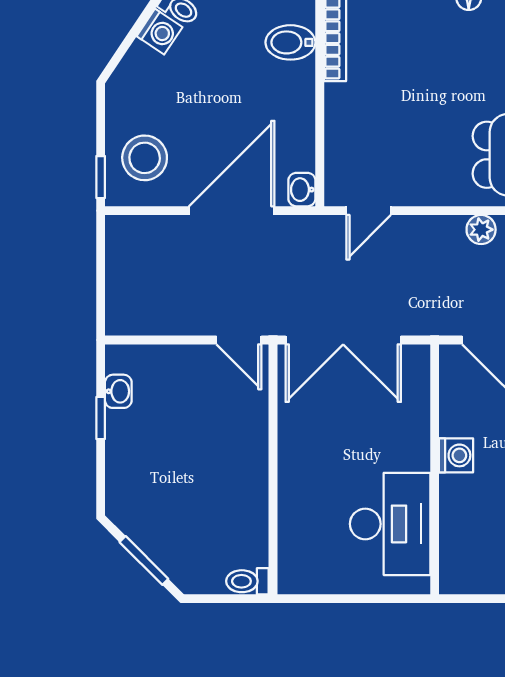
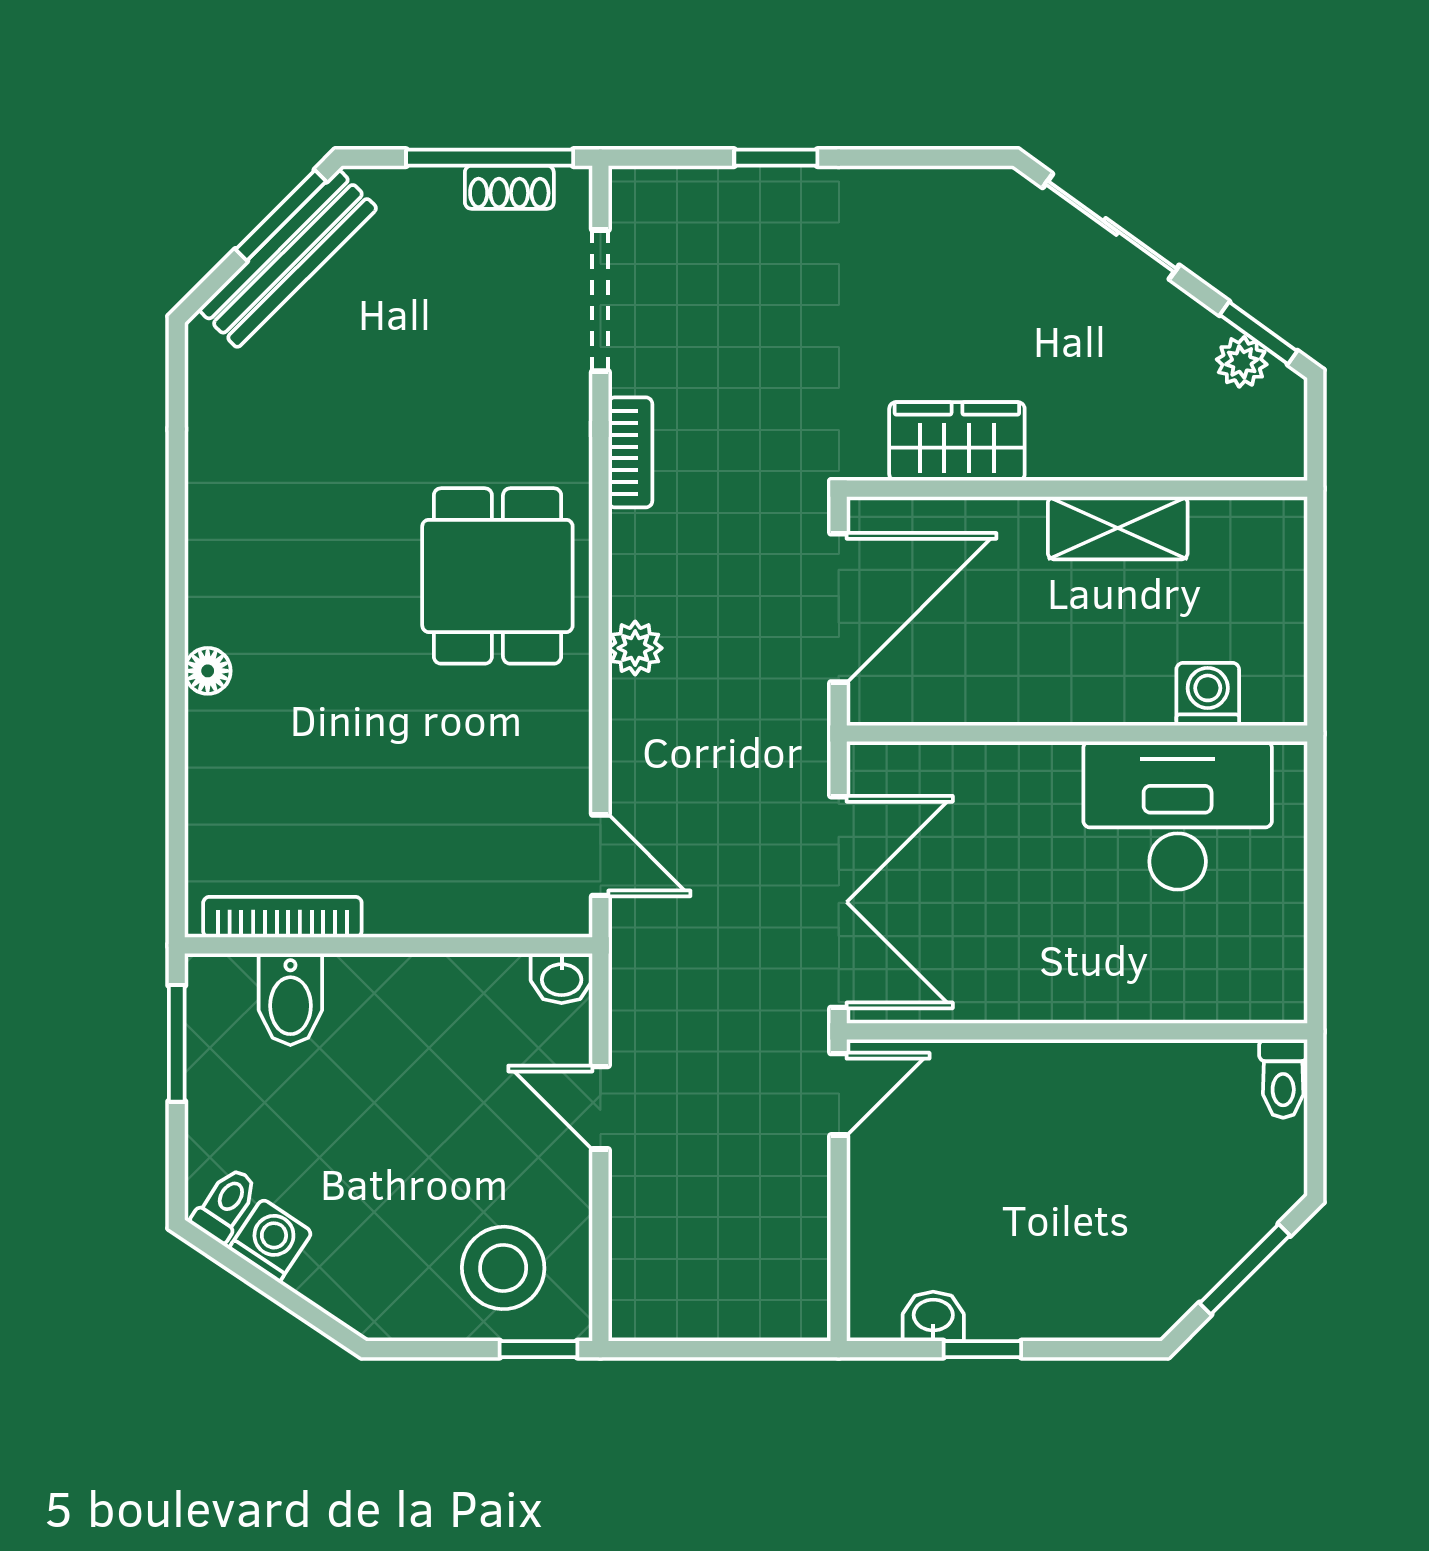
door: (232, 211) -> (600, 1108), width x0.53
washing machine: (456, 455) -> (1208, 694), moved

